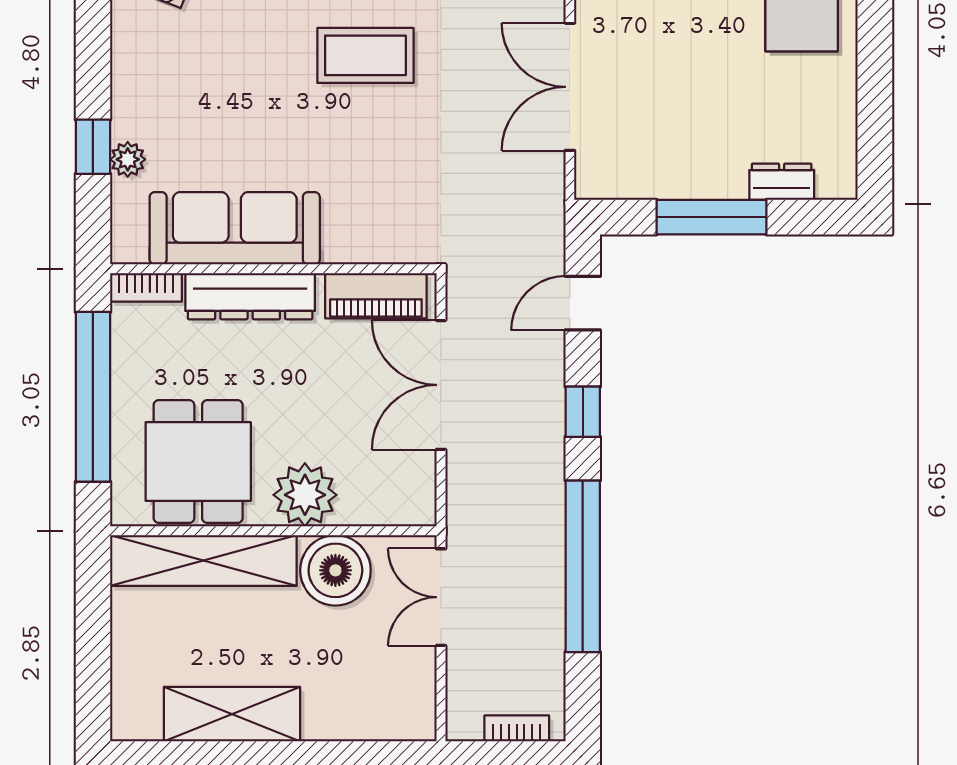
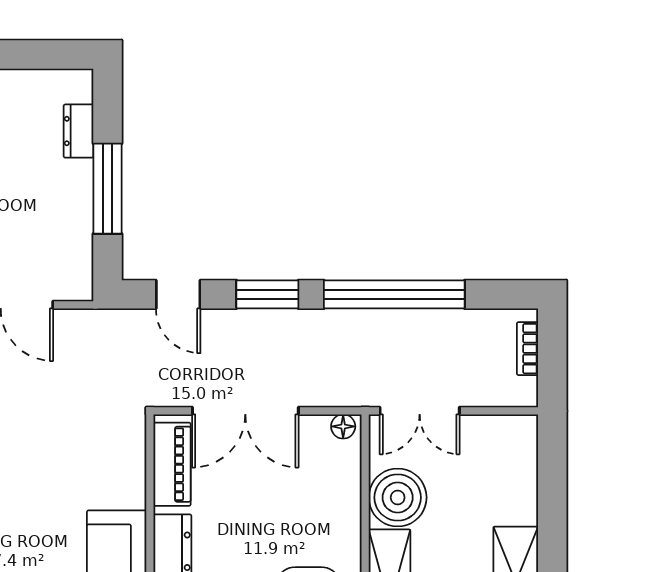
window: (583, 412) -> (267, 294), width x1.50
plant: (305, 495) -> (336, 523), removed
floor lamp: (422, 504) -> (343, 426), added

